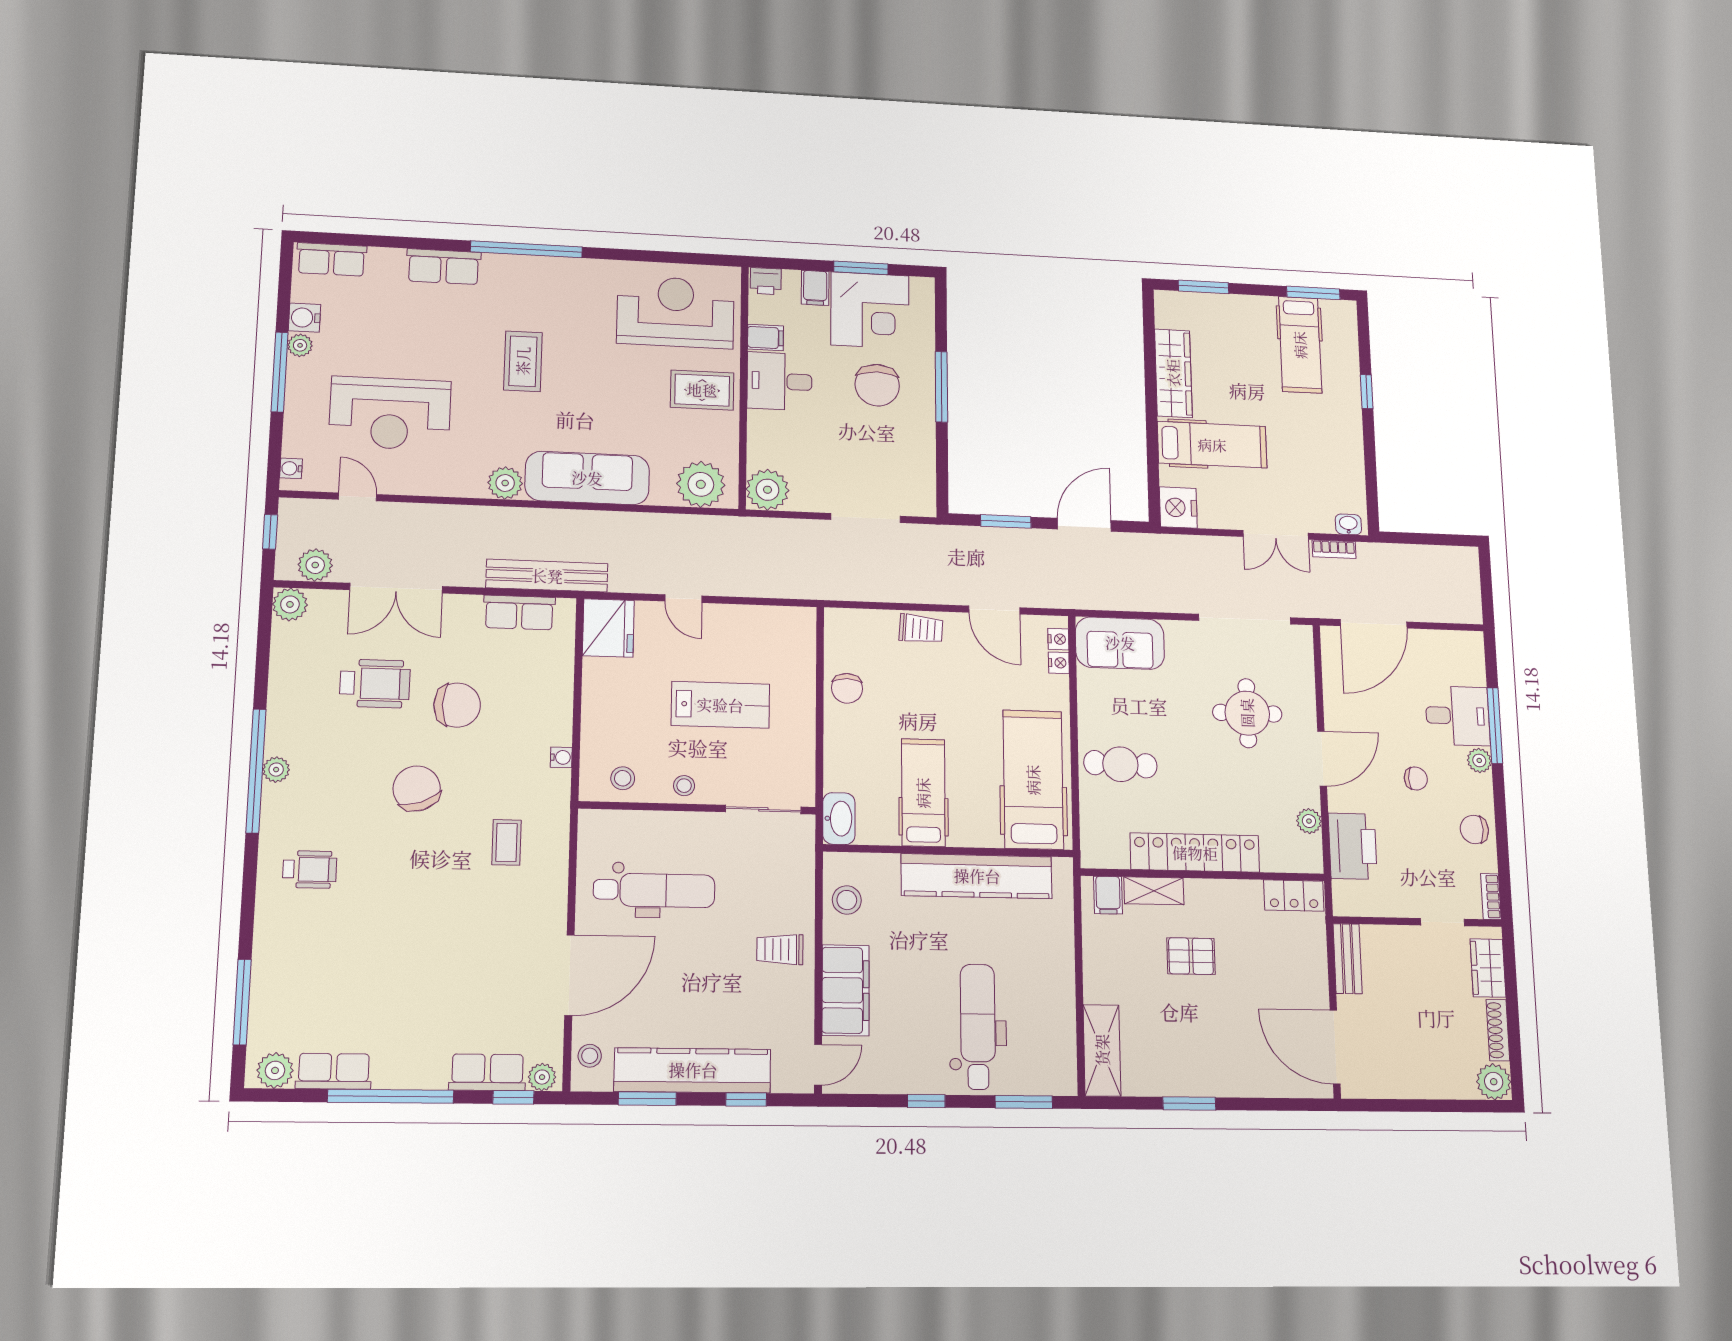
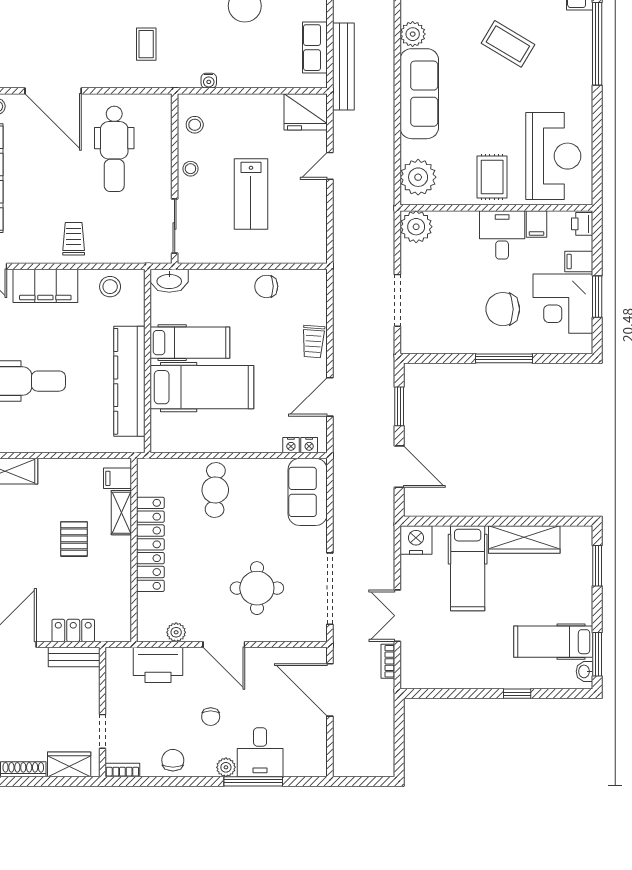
coffee table: (523, 361) -> (508, 44), turned 31
washbasin: (1348, 524) -> (584, 671), moved, turned 180
hospital bed: (1033, 780) -> (202, 387), moved
coffee table: (507, 842) -> (146, 44), turned 90
locker: (1294, 896) -> (73, 631), moved, turned 90

